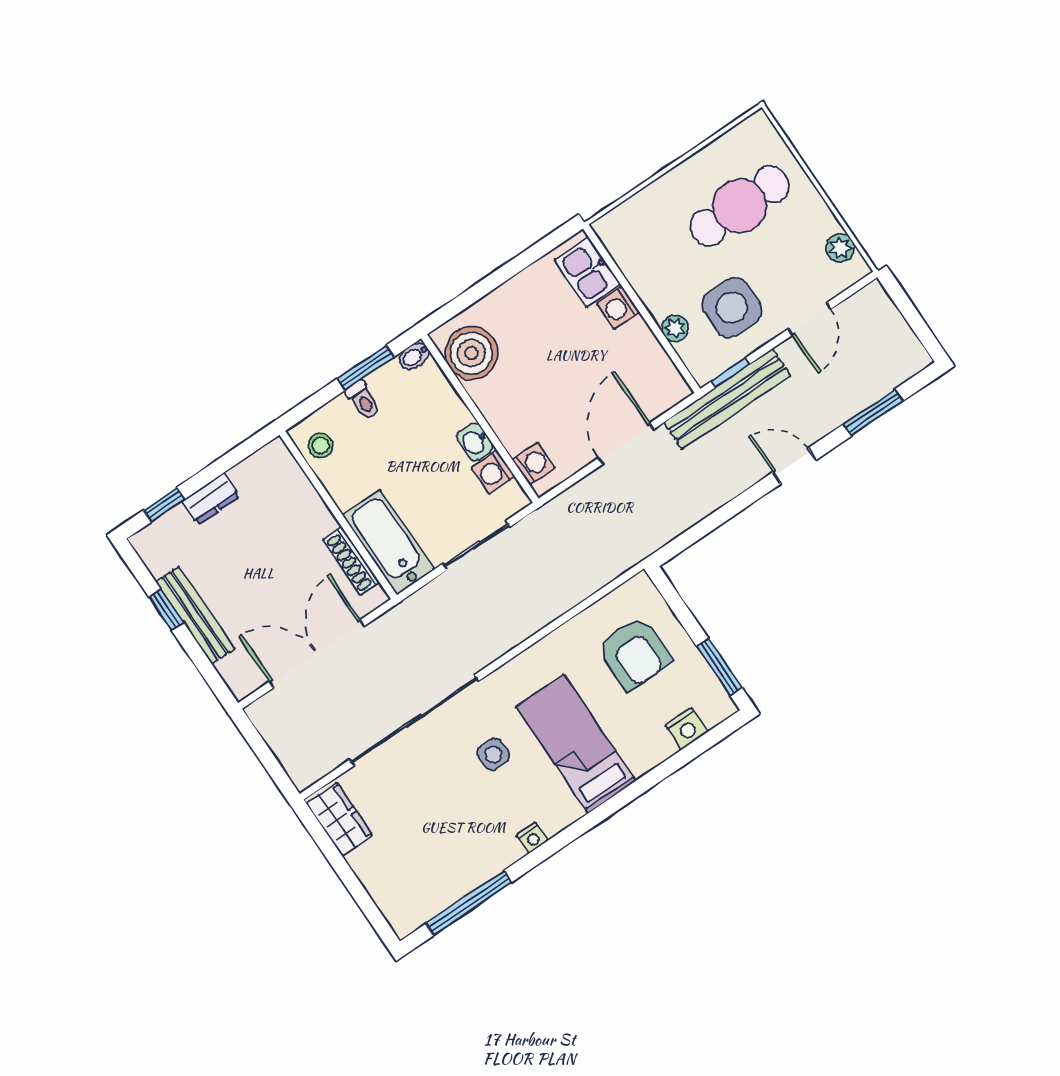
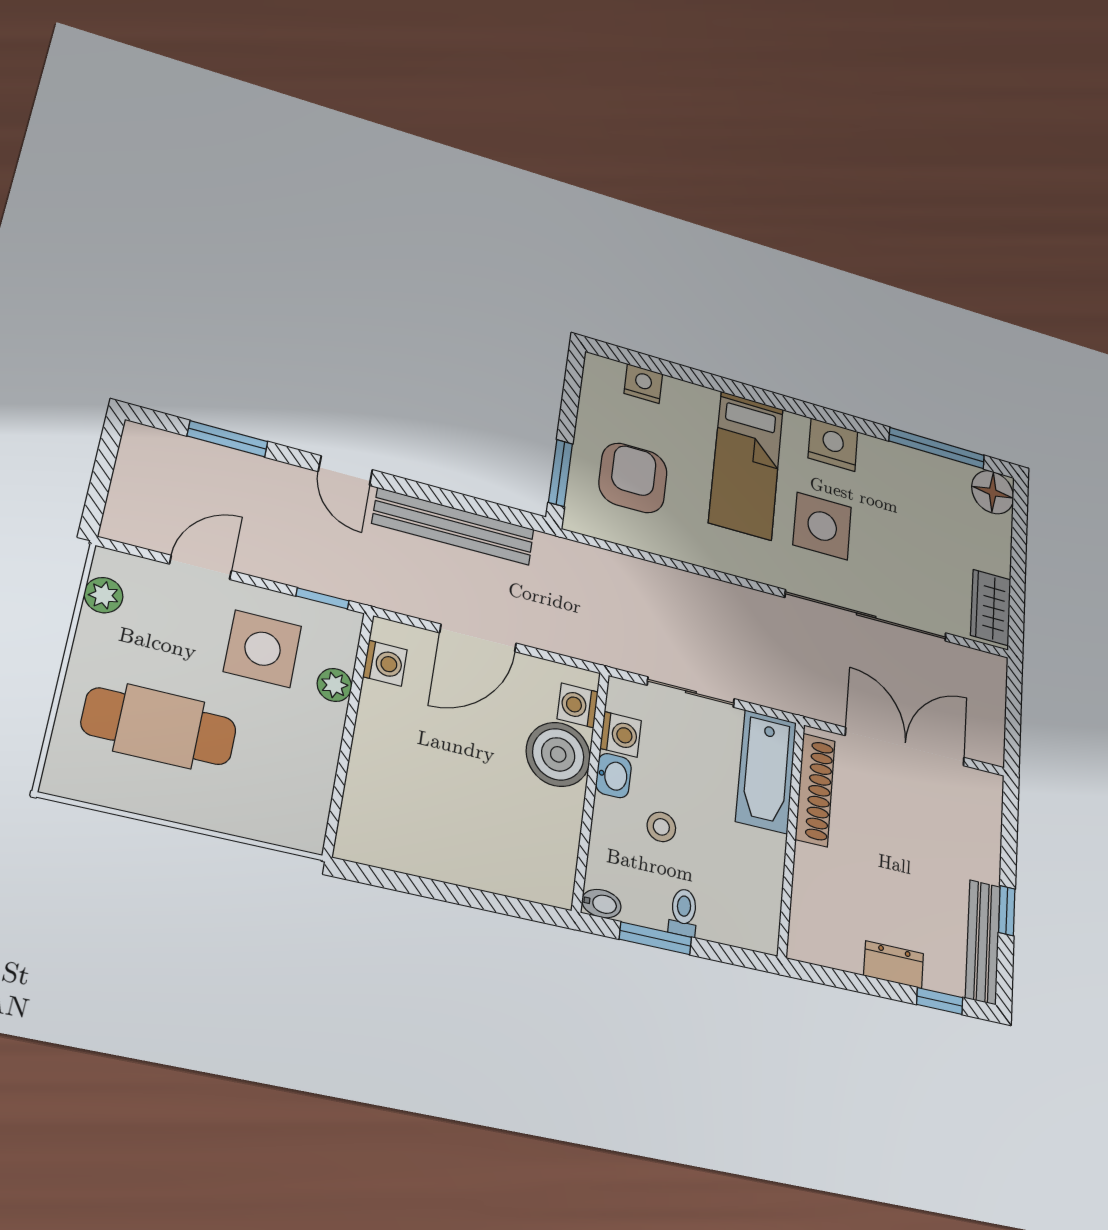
kitchen sink: (587, 272) -> (367, 815), removed
washing machine: (618, 308) -> (385, 663), moved
boiler: (471, 353) -> (558, 754), moved
bench: (727, 399) -> (454, 527), moved
stool: (320, 445) -> (661, 827), moved
shoe rack: (351, 561) -> (815, 790), width x1.36, depth x1.24
bench: (195, 615) -> (983, 942), moved
double door: (317, 654) -> (905, 747), swing flipped
window: (719, 667) -> (560, 473), moved
side table: (493, 754) -> (822, 526), width x1.87, depth x1.87
nightstand: (532, 838) -> (833, 445), width x1.89, depth x1.79
floor lamp: (406, 912) -> (993, 492), added

